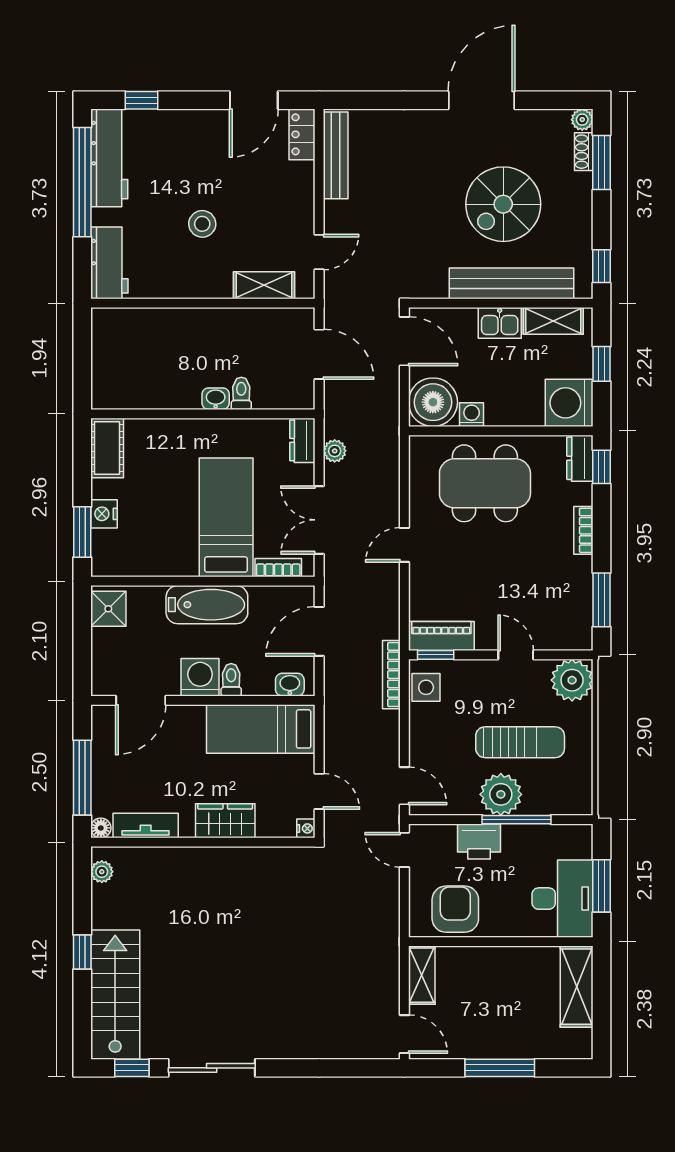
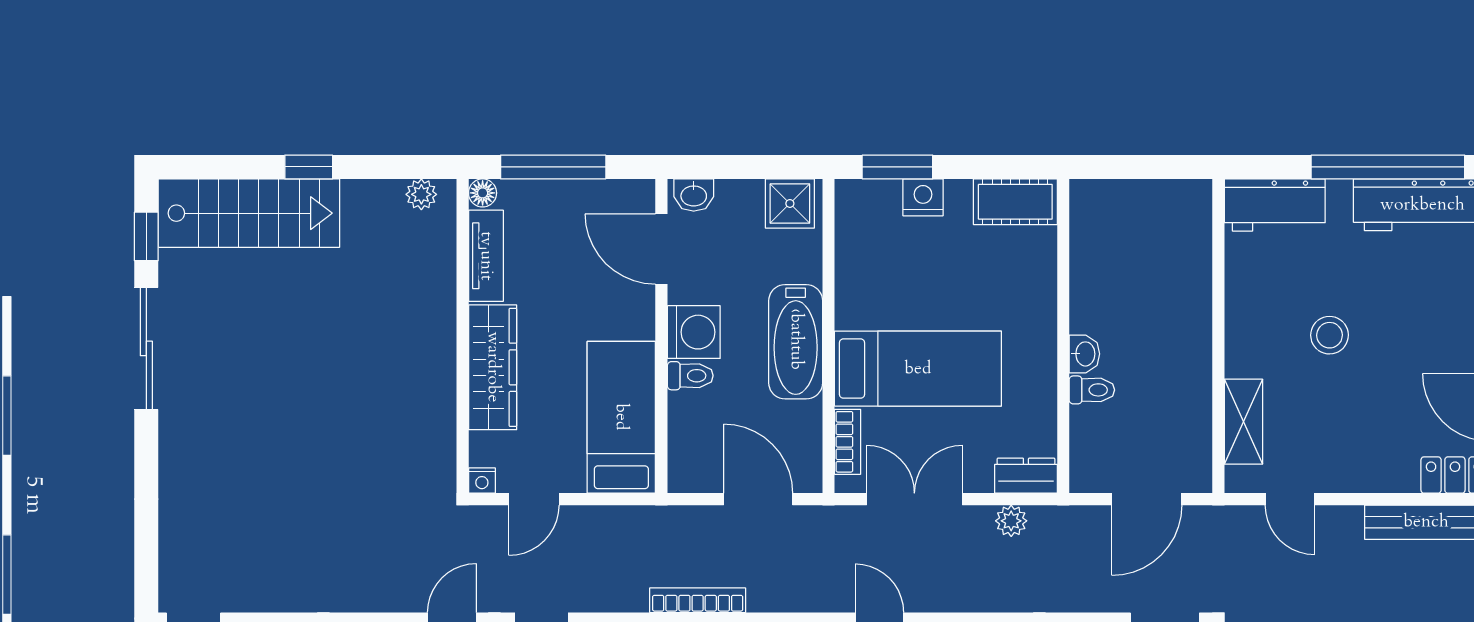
washbasin: (290, 685) -> (694, 195), moved, turned 90
wardrobe: (225, 821) -> (493, 367), width x1.50

